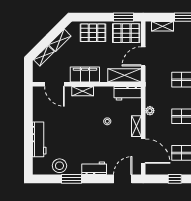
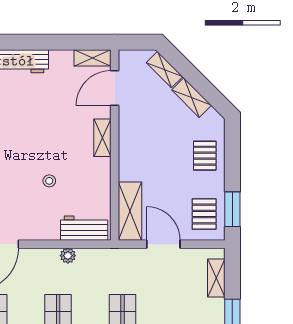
pallet: (93, 33) -> (205, 156), width x0.67, depth x0.71
pallet: (126, 33) -> (204, 214), width x0.67, depth x0.71
filing cabinet: (85, 74) -> (132, 142), removed
workbench: (128, 93) -> (84, 228), moved, turned 90
shelving: (136, 126) -> (92, 58), moved

